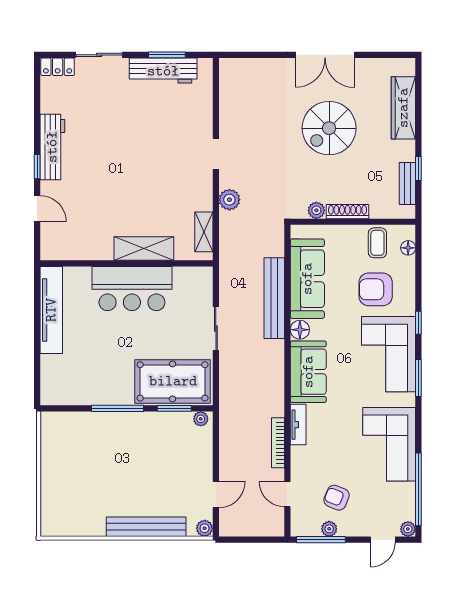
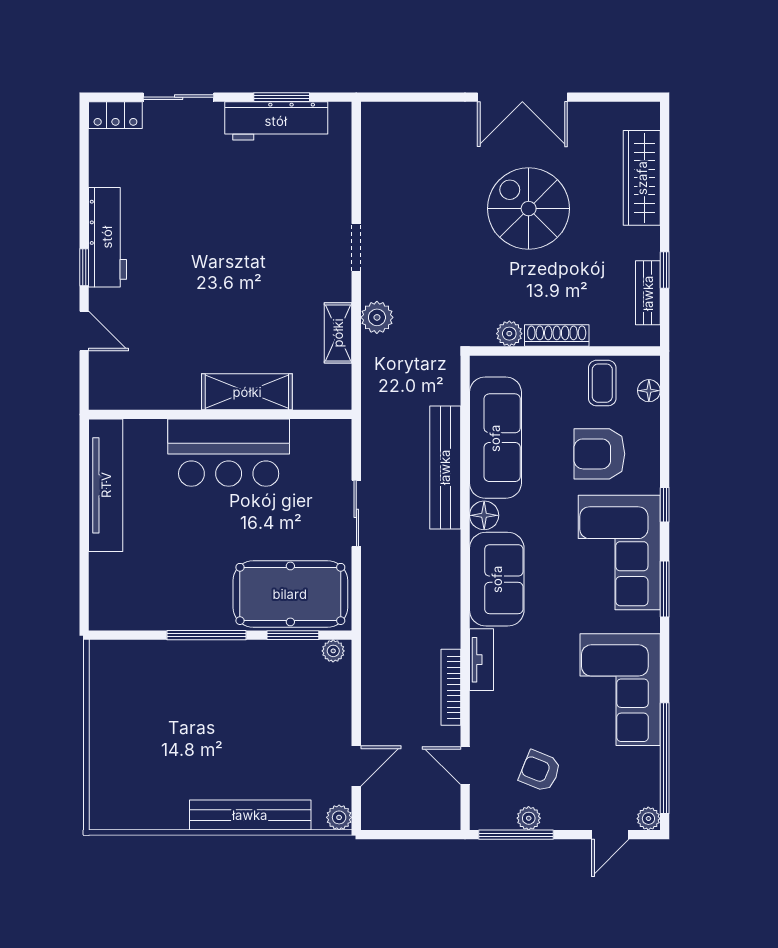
spiral stairs: (329, 128) -> (529, 209), turned 90
shelving: (204, 232) -> (338, 333), moved

